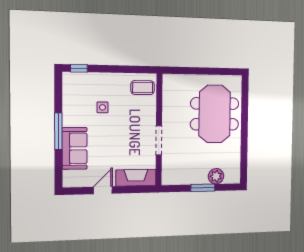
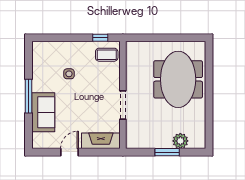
window: (79, 68) -> (100, 38), moved

